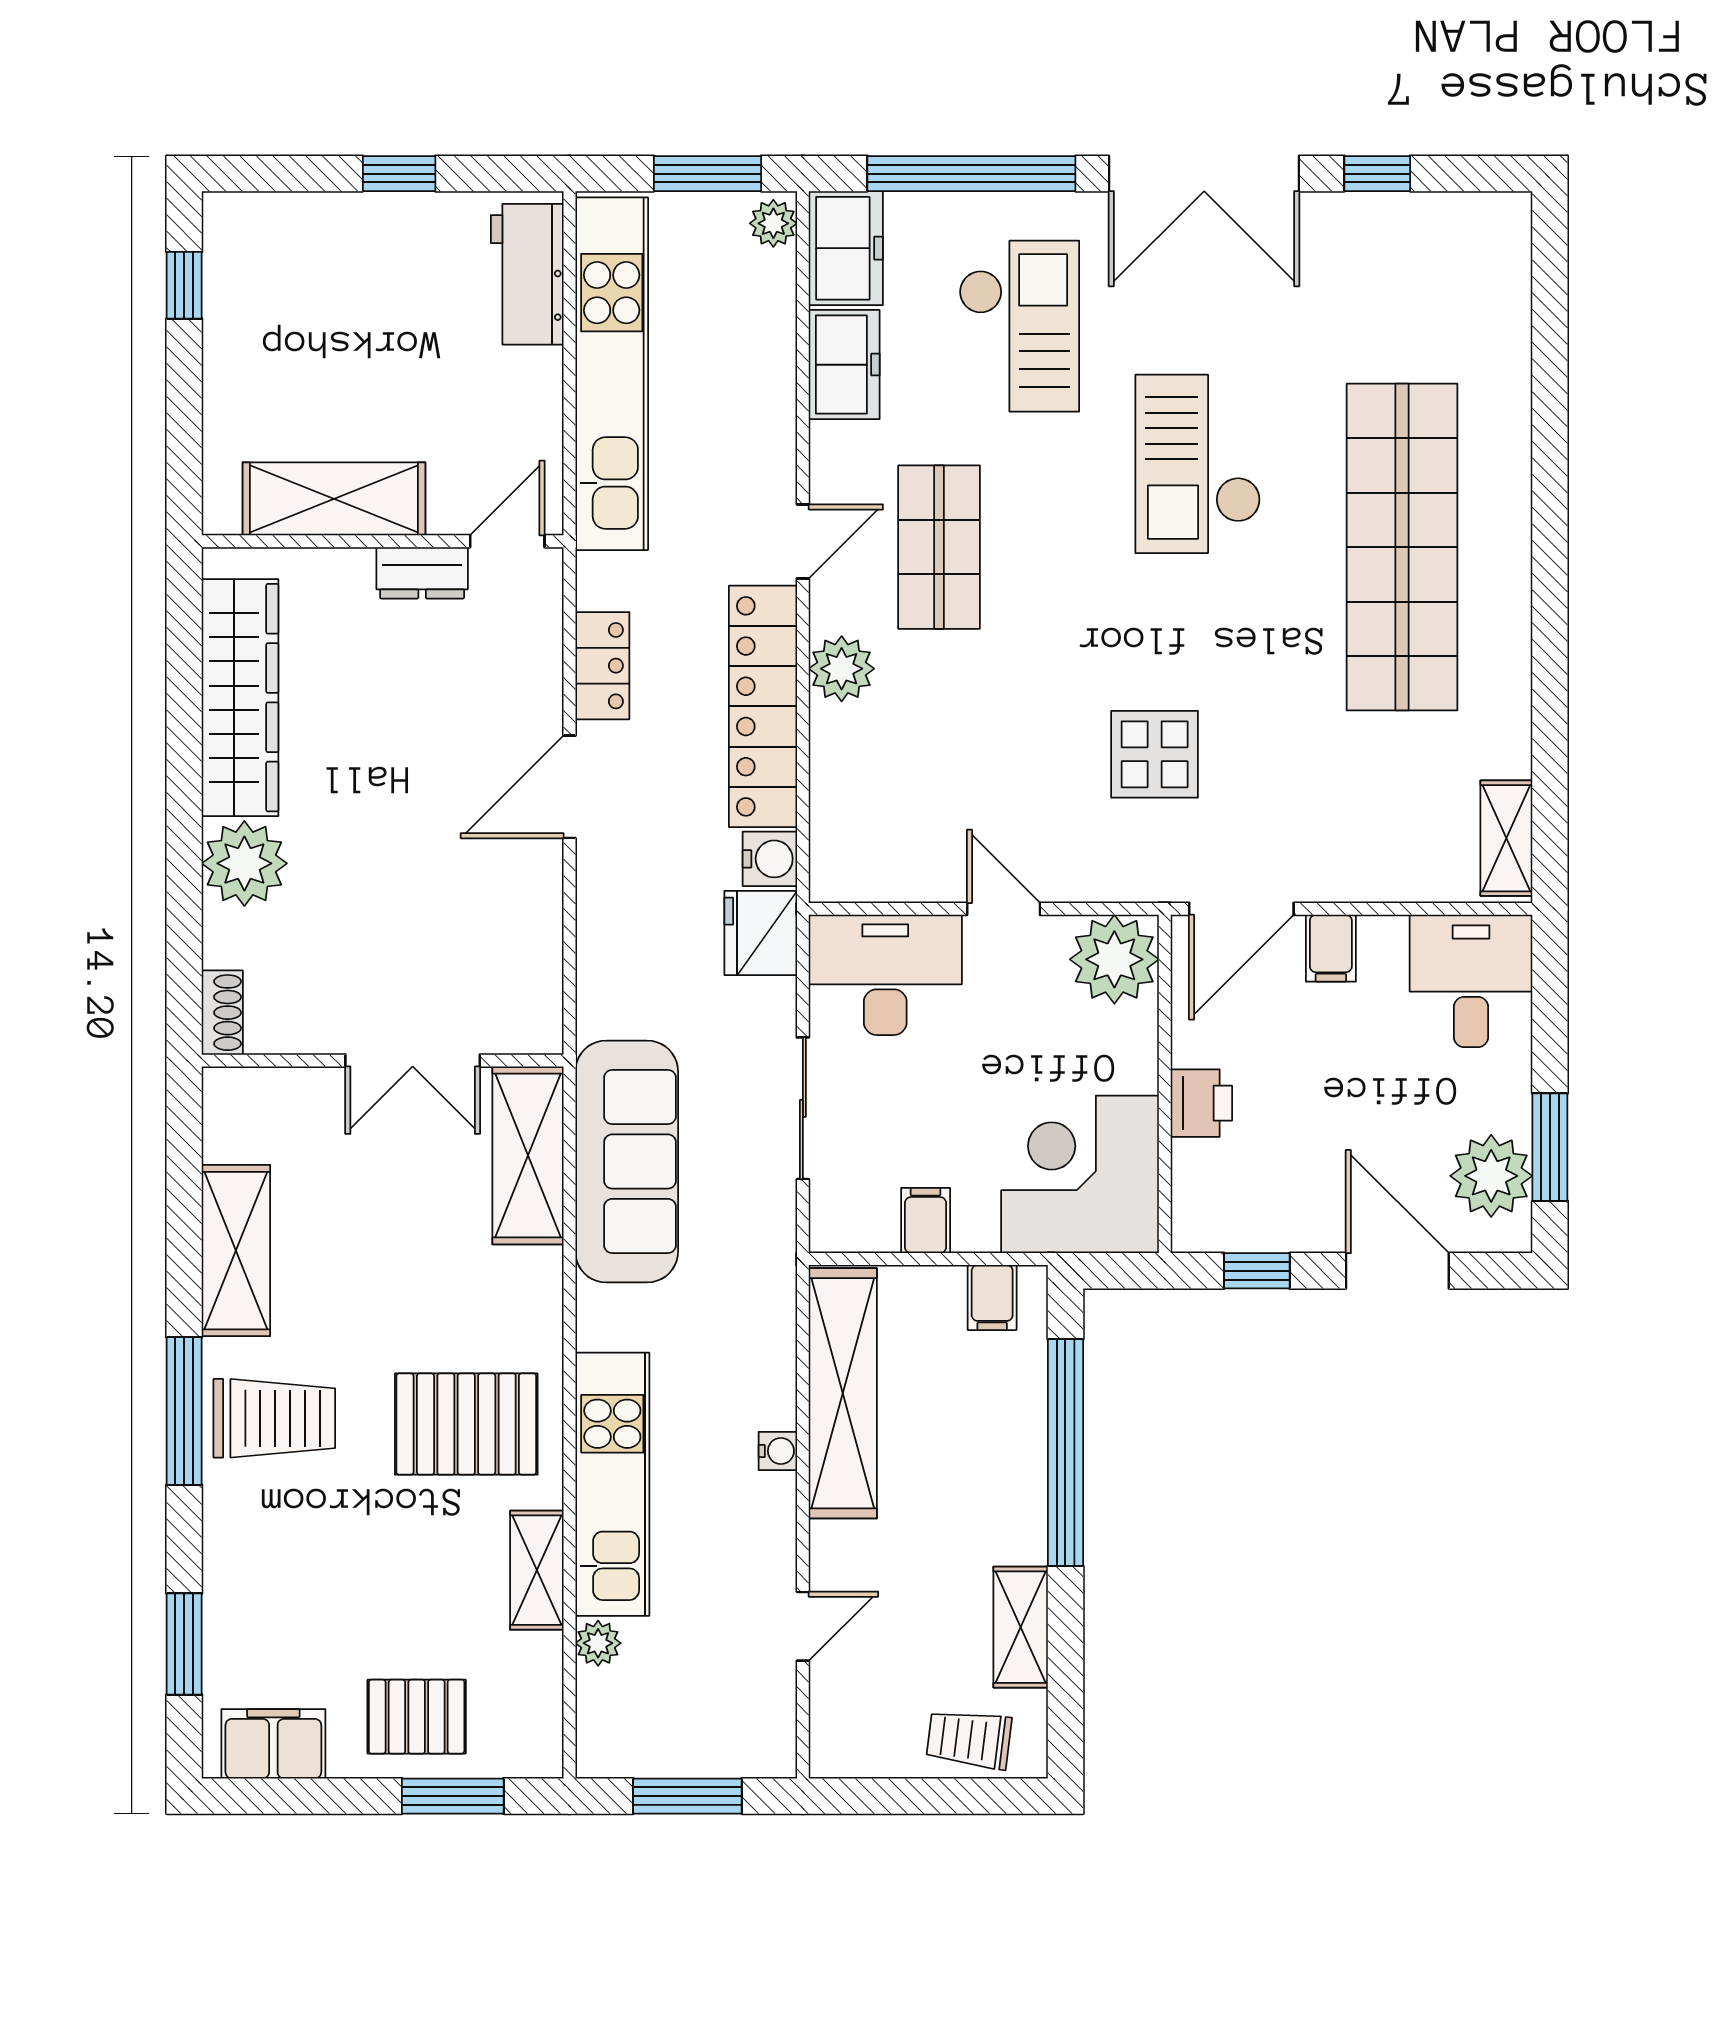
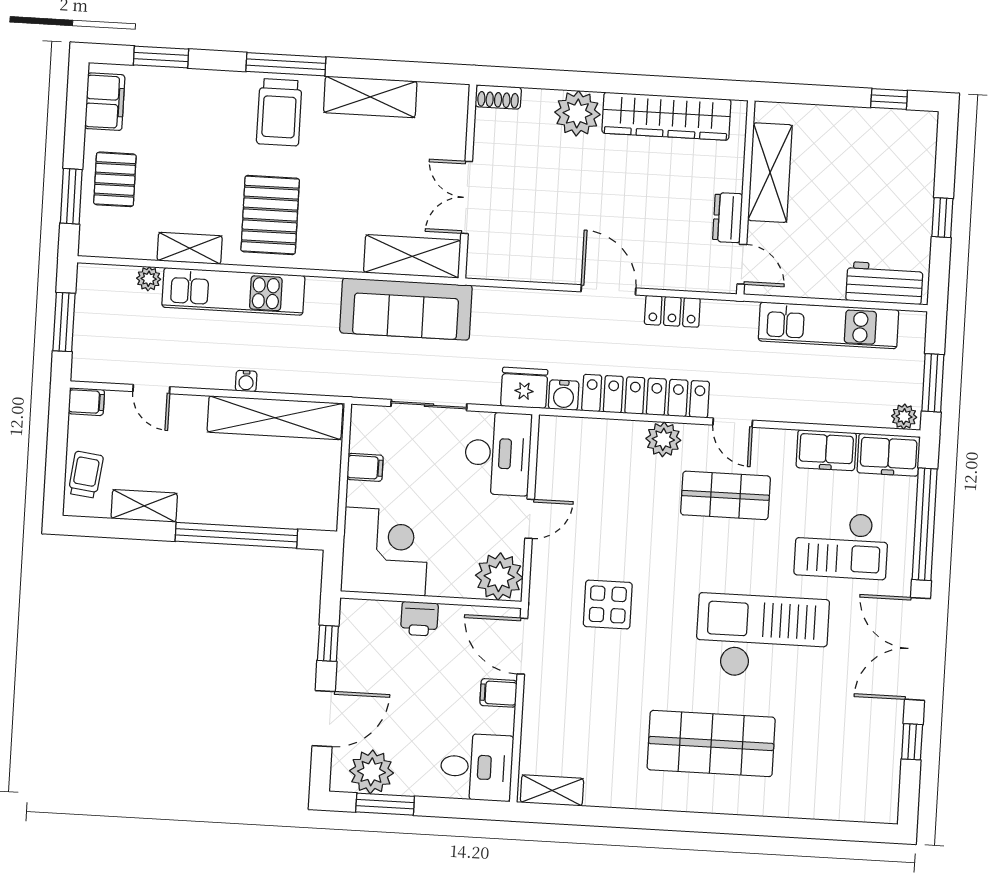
kitchen unit: (612, 374) -> (828, 325), width x0.73
checkout: (1198, 464) -> (762, 637), width x1.36, depth x1.21
shop shelf: (1402, 547) -> (711, 743), width x0.71
filing cabinet: (992, 1298) -> (86, 402), moved, turned 180

